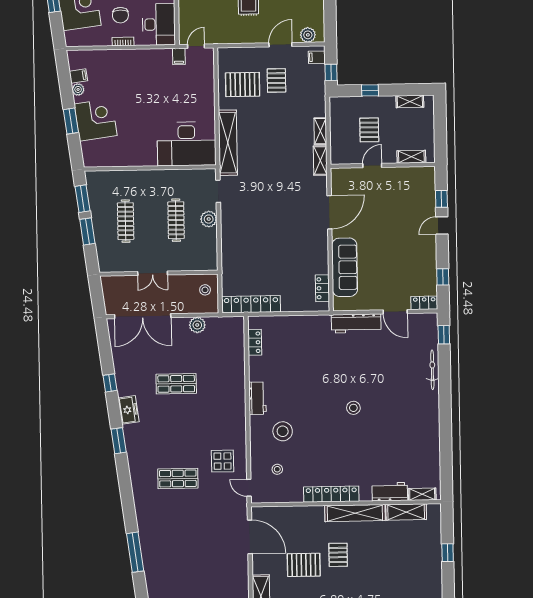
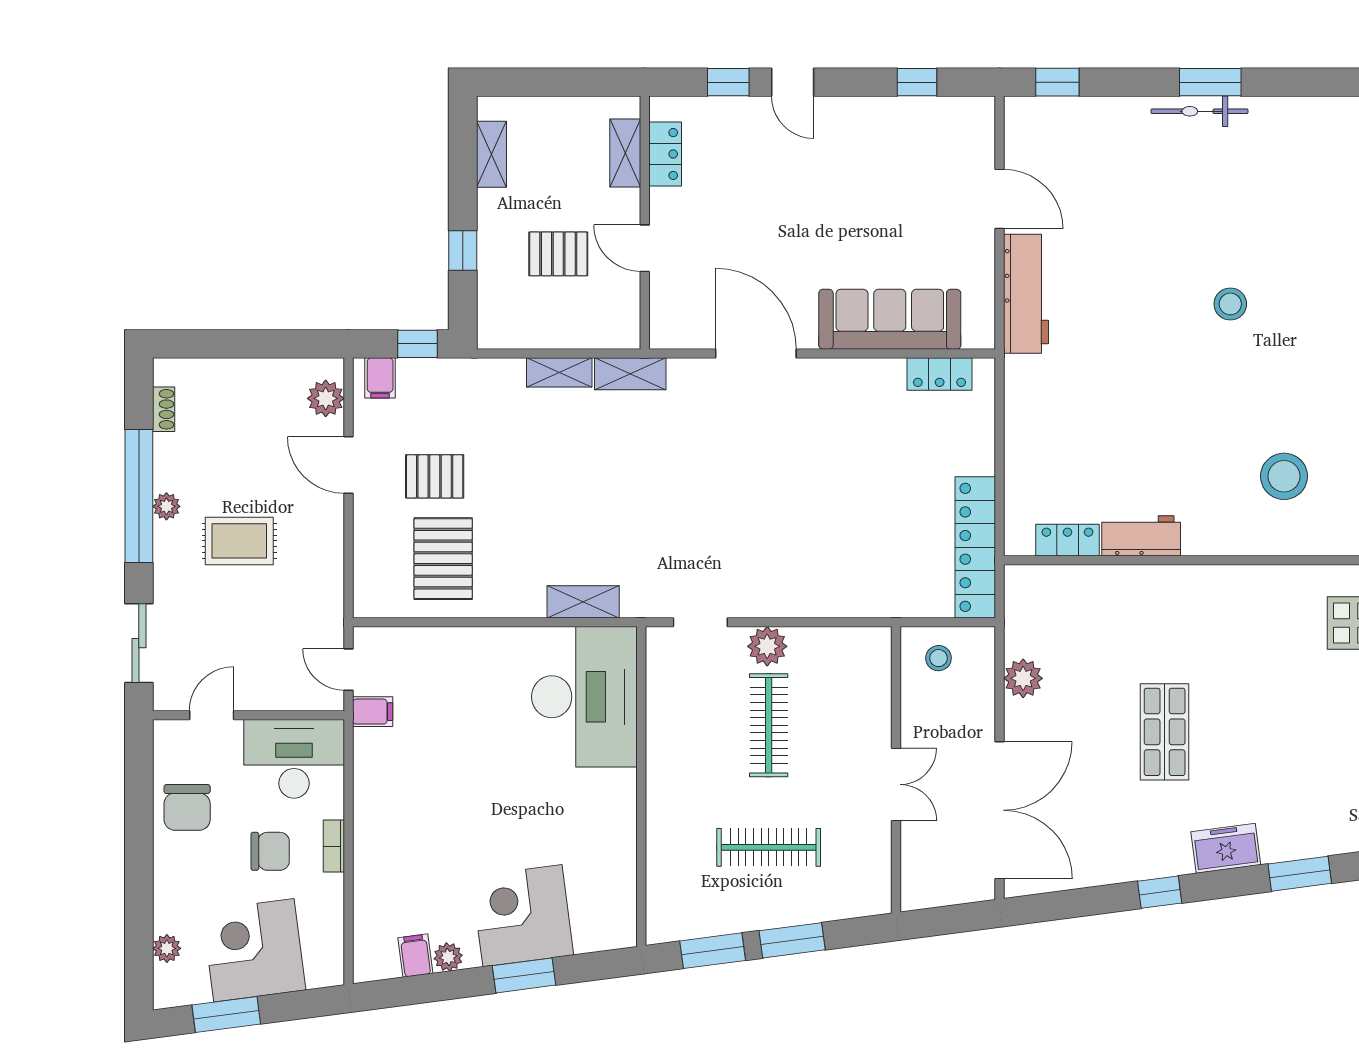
shelving: (228, 143) -> (583, 602), width x0.45, depth x0.75
clothes rail: (176, 220) -> (769, 725), turned 90
locker: (424, 303) -> (665, 154), moved, turned 180
door: (395, 312) -> (999, 199), hinge flipped
bicycle: (432, 370) -> (1199, 111), moved
workbench: (257, 398) -> (1141, 536), moved
window: (445, 398) -> (1210, 82), added

